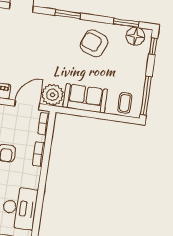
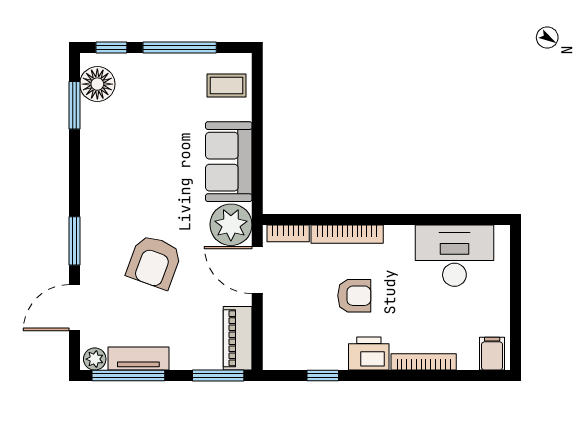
window: (68, 14) -> (74, 241), moved
armchair: (94, 43) -> (154, 262), moved
window: (146, 96) -> (180, 47), moved
bookcase: (39, 154) -> (347, 234), width x1.56

